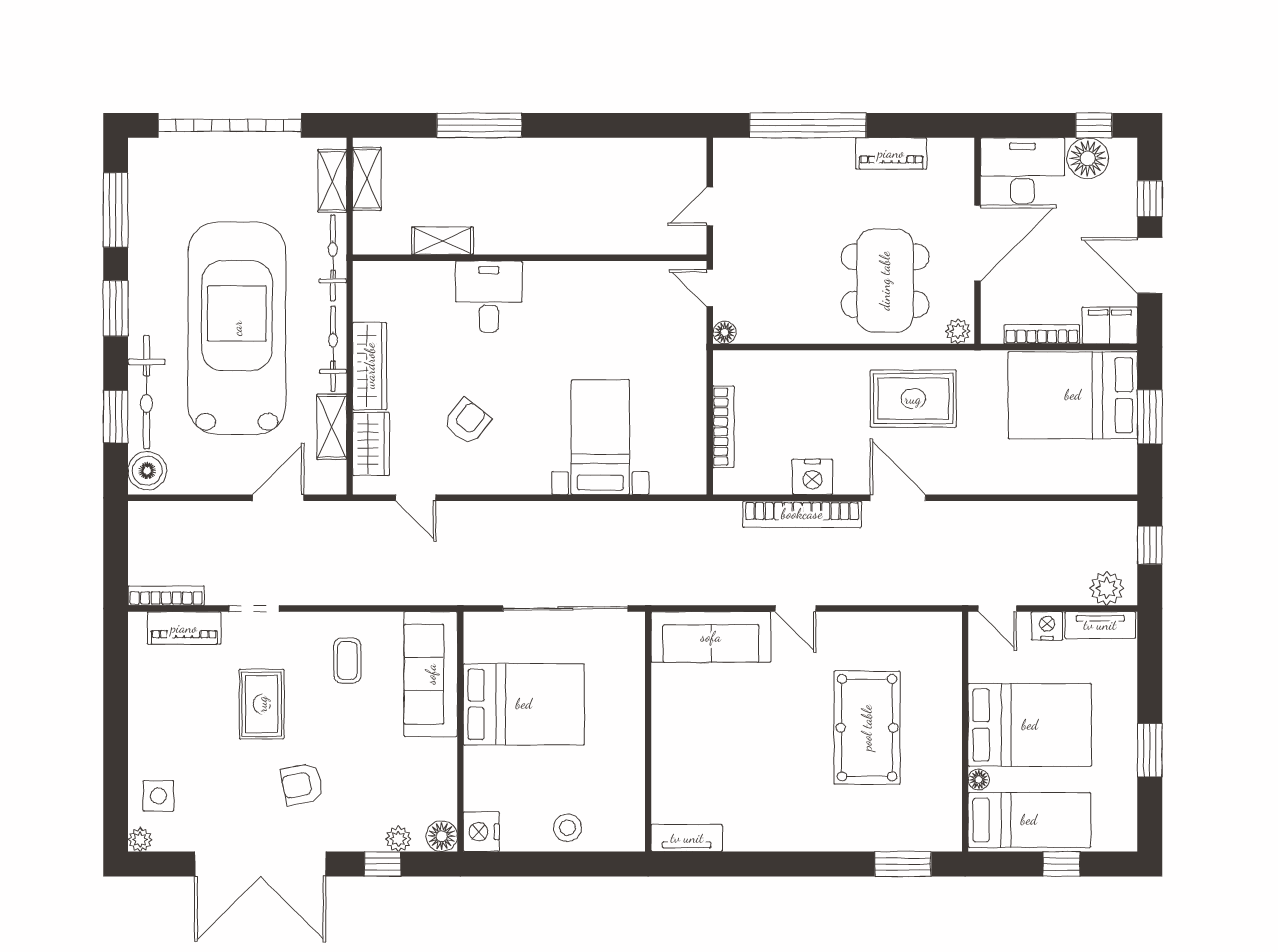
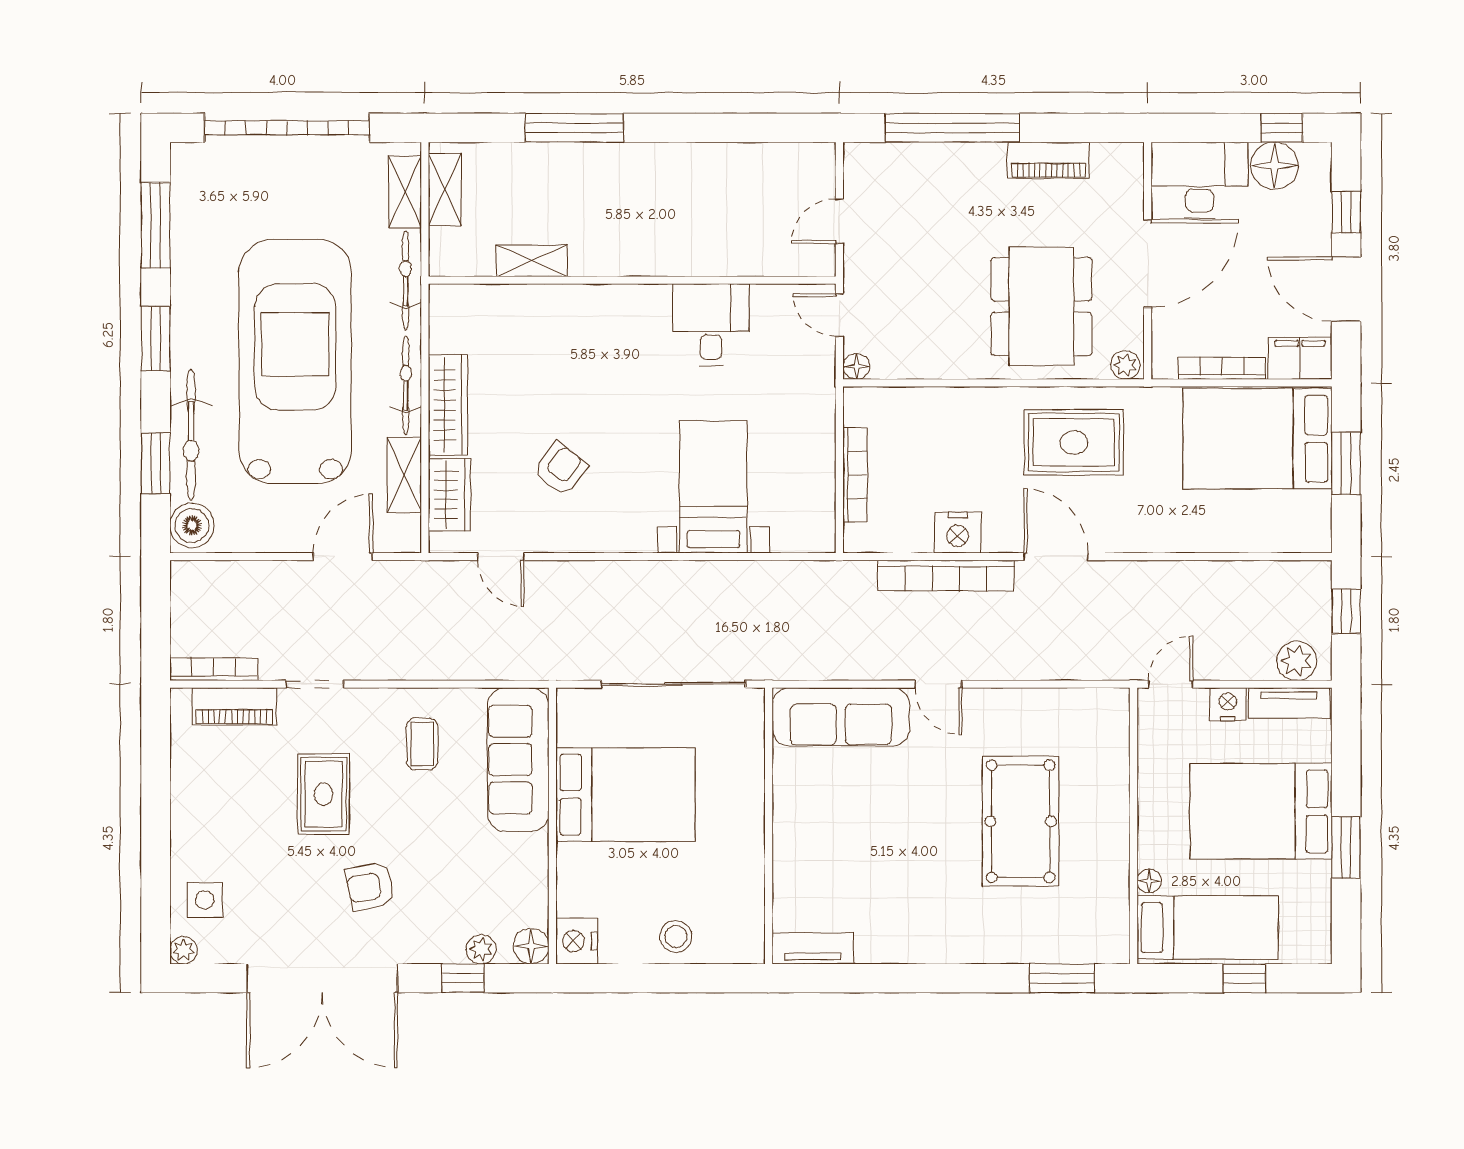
desk: (489, 297) -> (711, 325), moved
door: (997, 609) -> (1171, 684), swing flipped
bed: (1030, 725) -> (1261, 811), moved, turned 180

